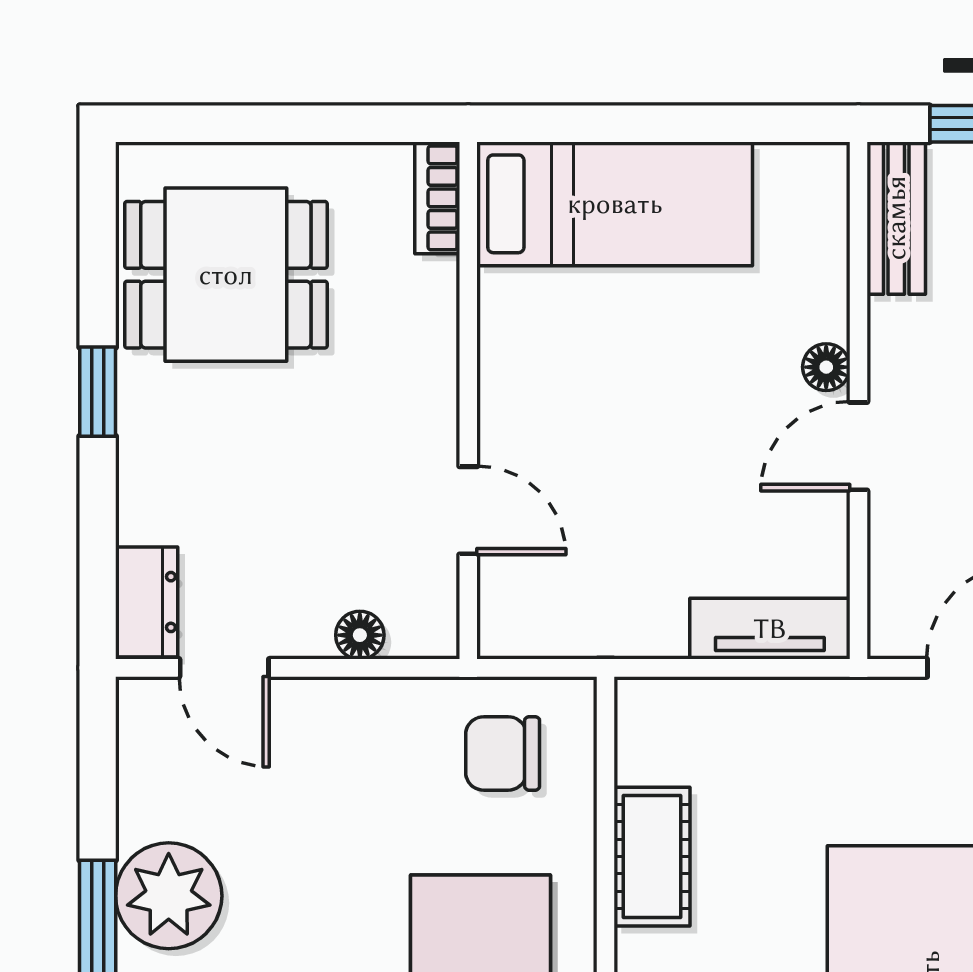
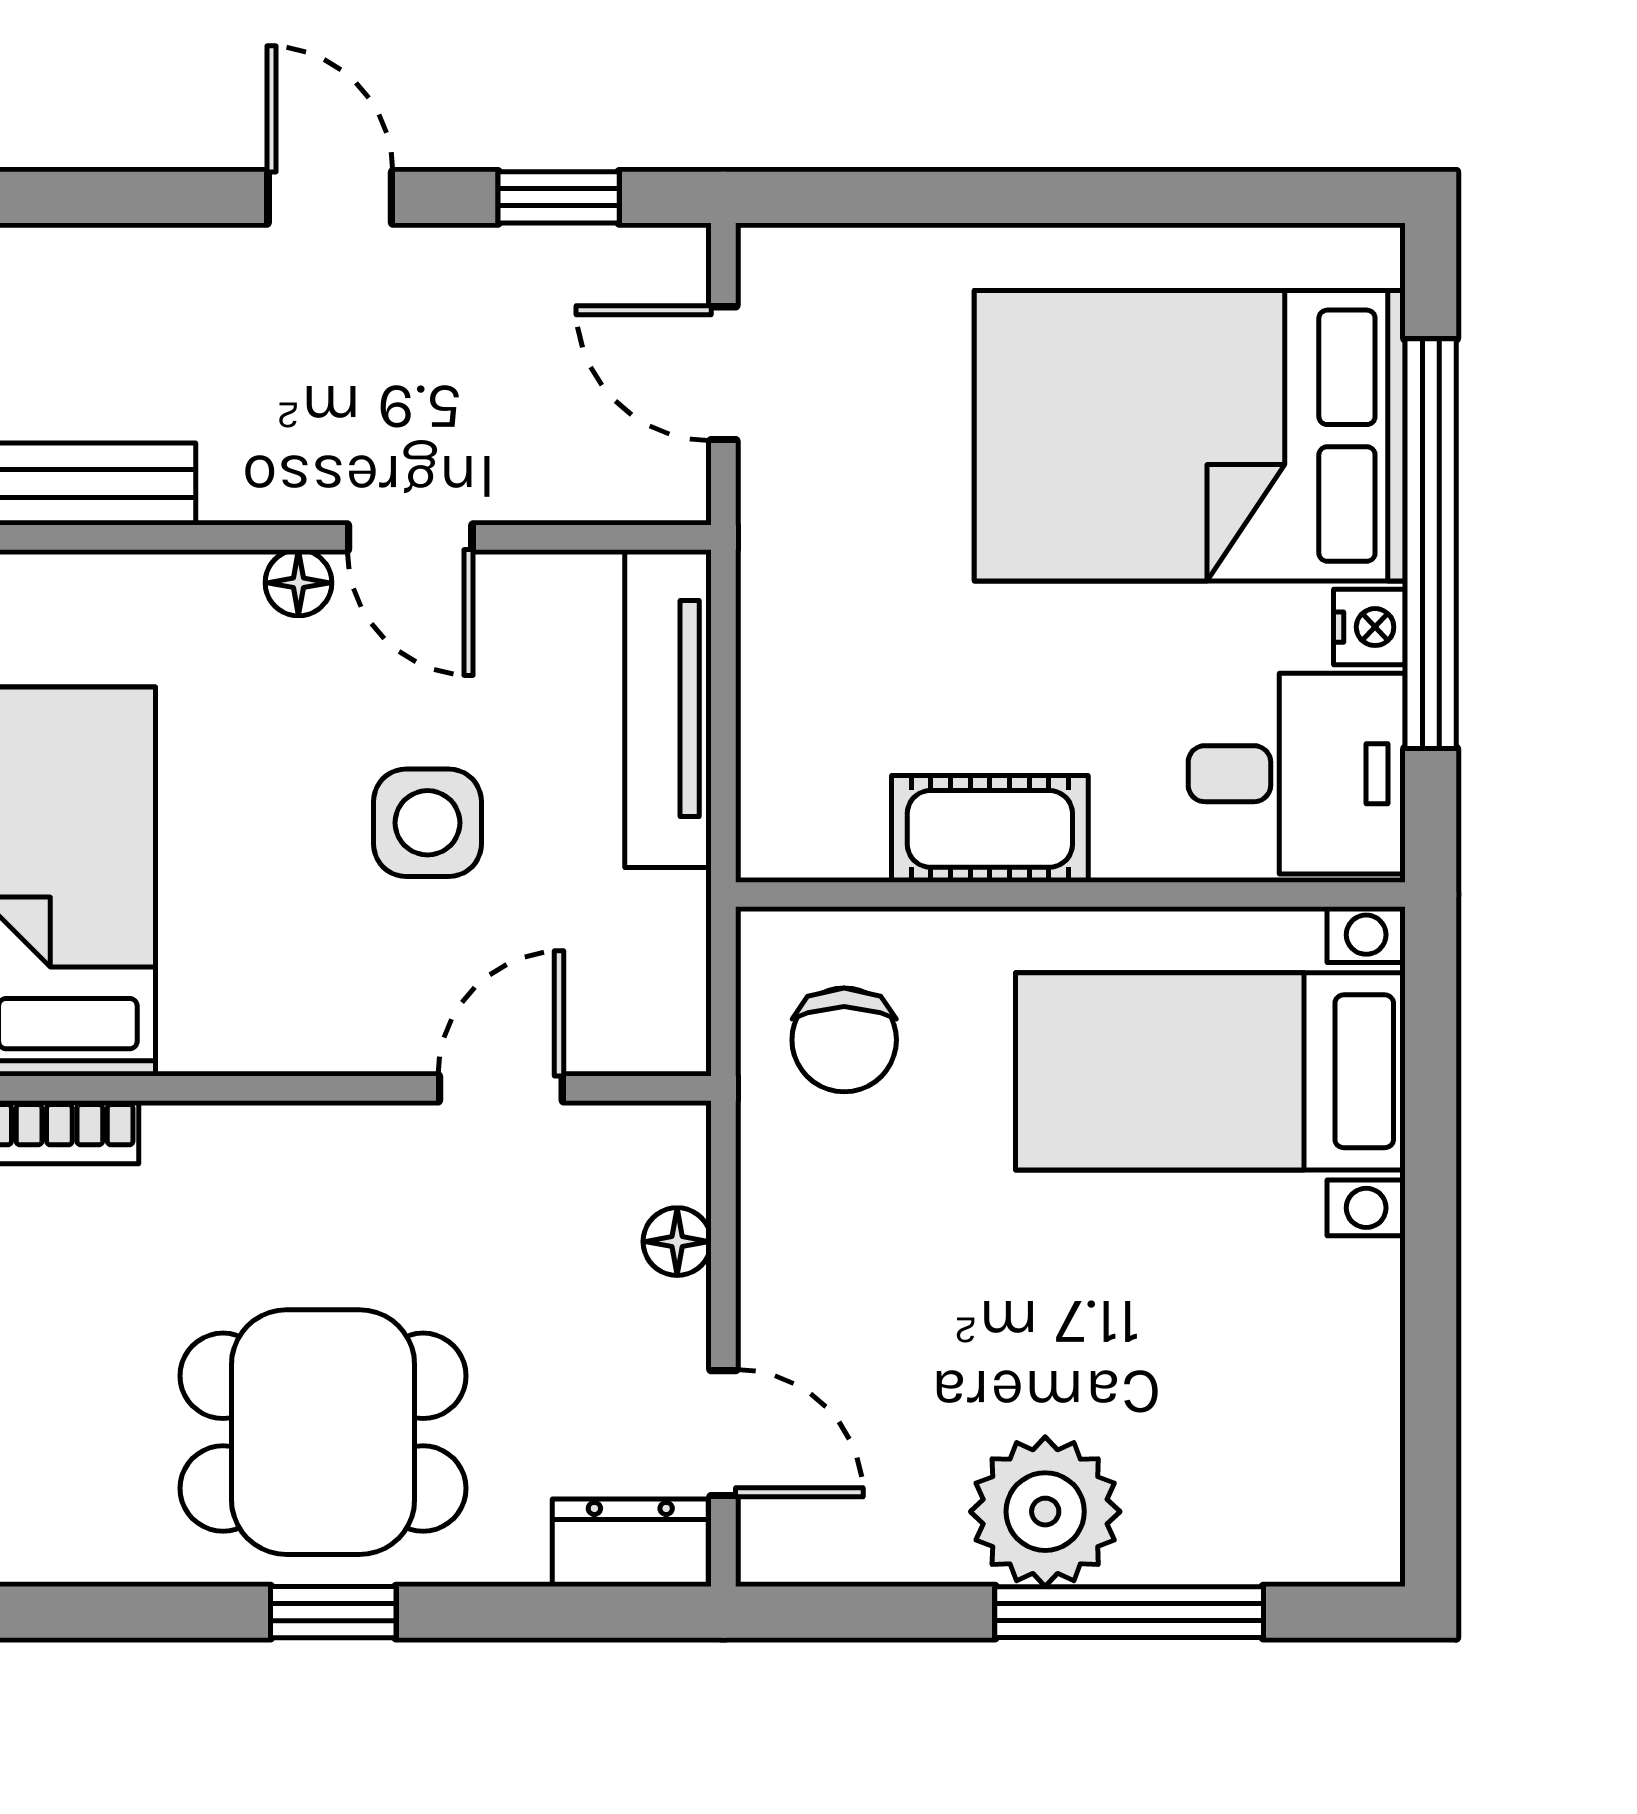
dining table: (226, 275) -> (323, 1432), moved, turned 90
side table: (656, 458) -> (427, 823), added
tv unit: (770, 629) -> (668, 709), width x1.41
door: (224, 668) -> (723, 1433), hinge flipped

